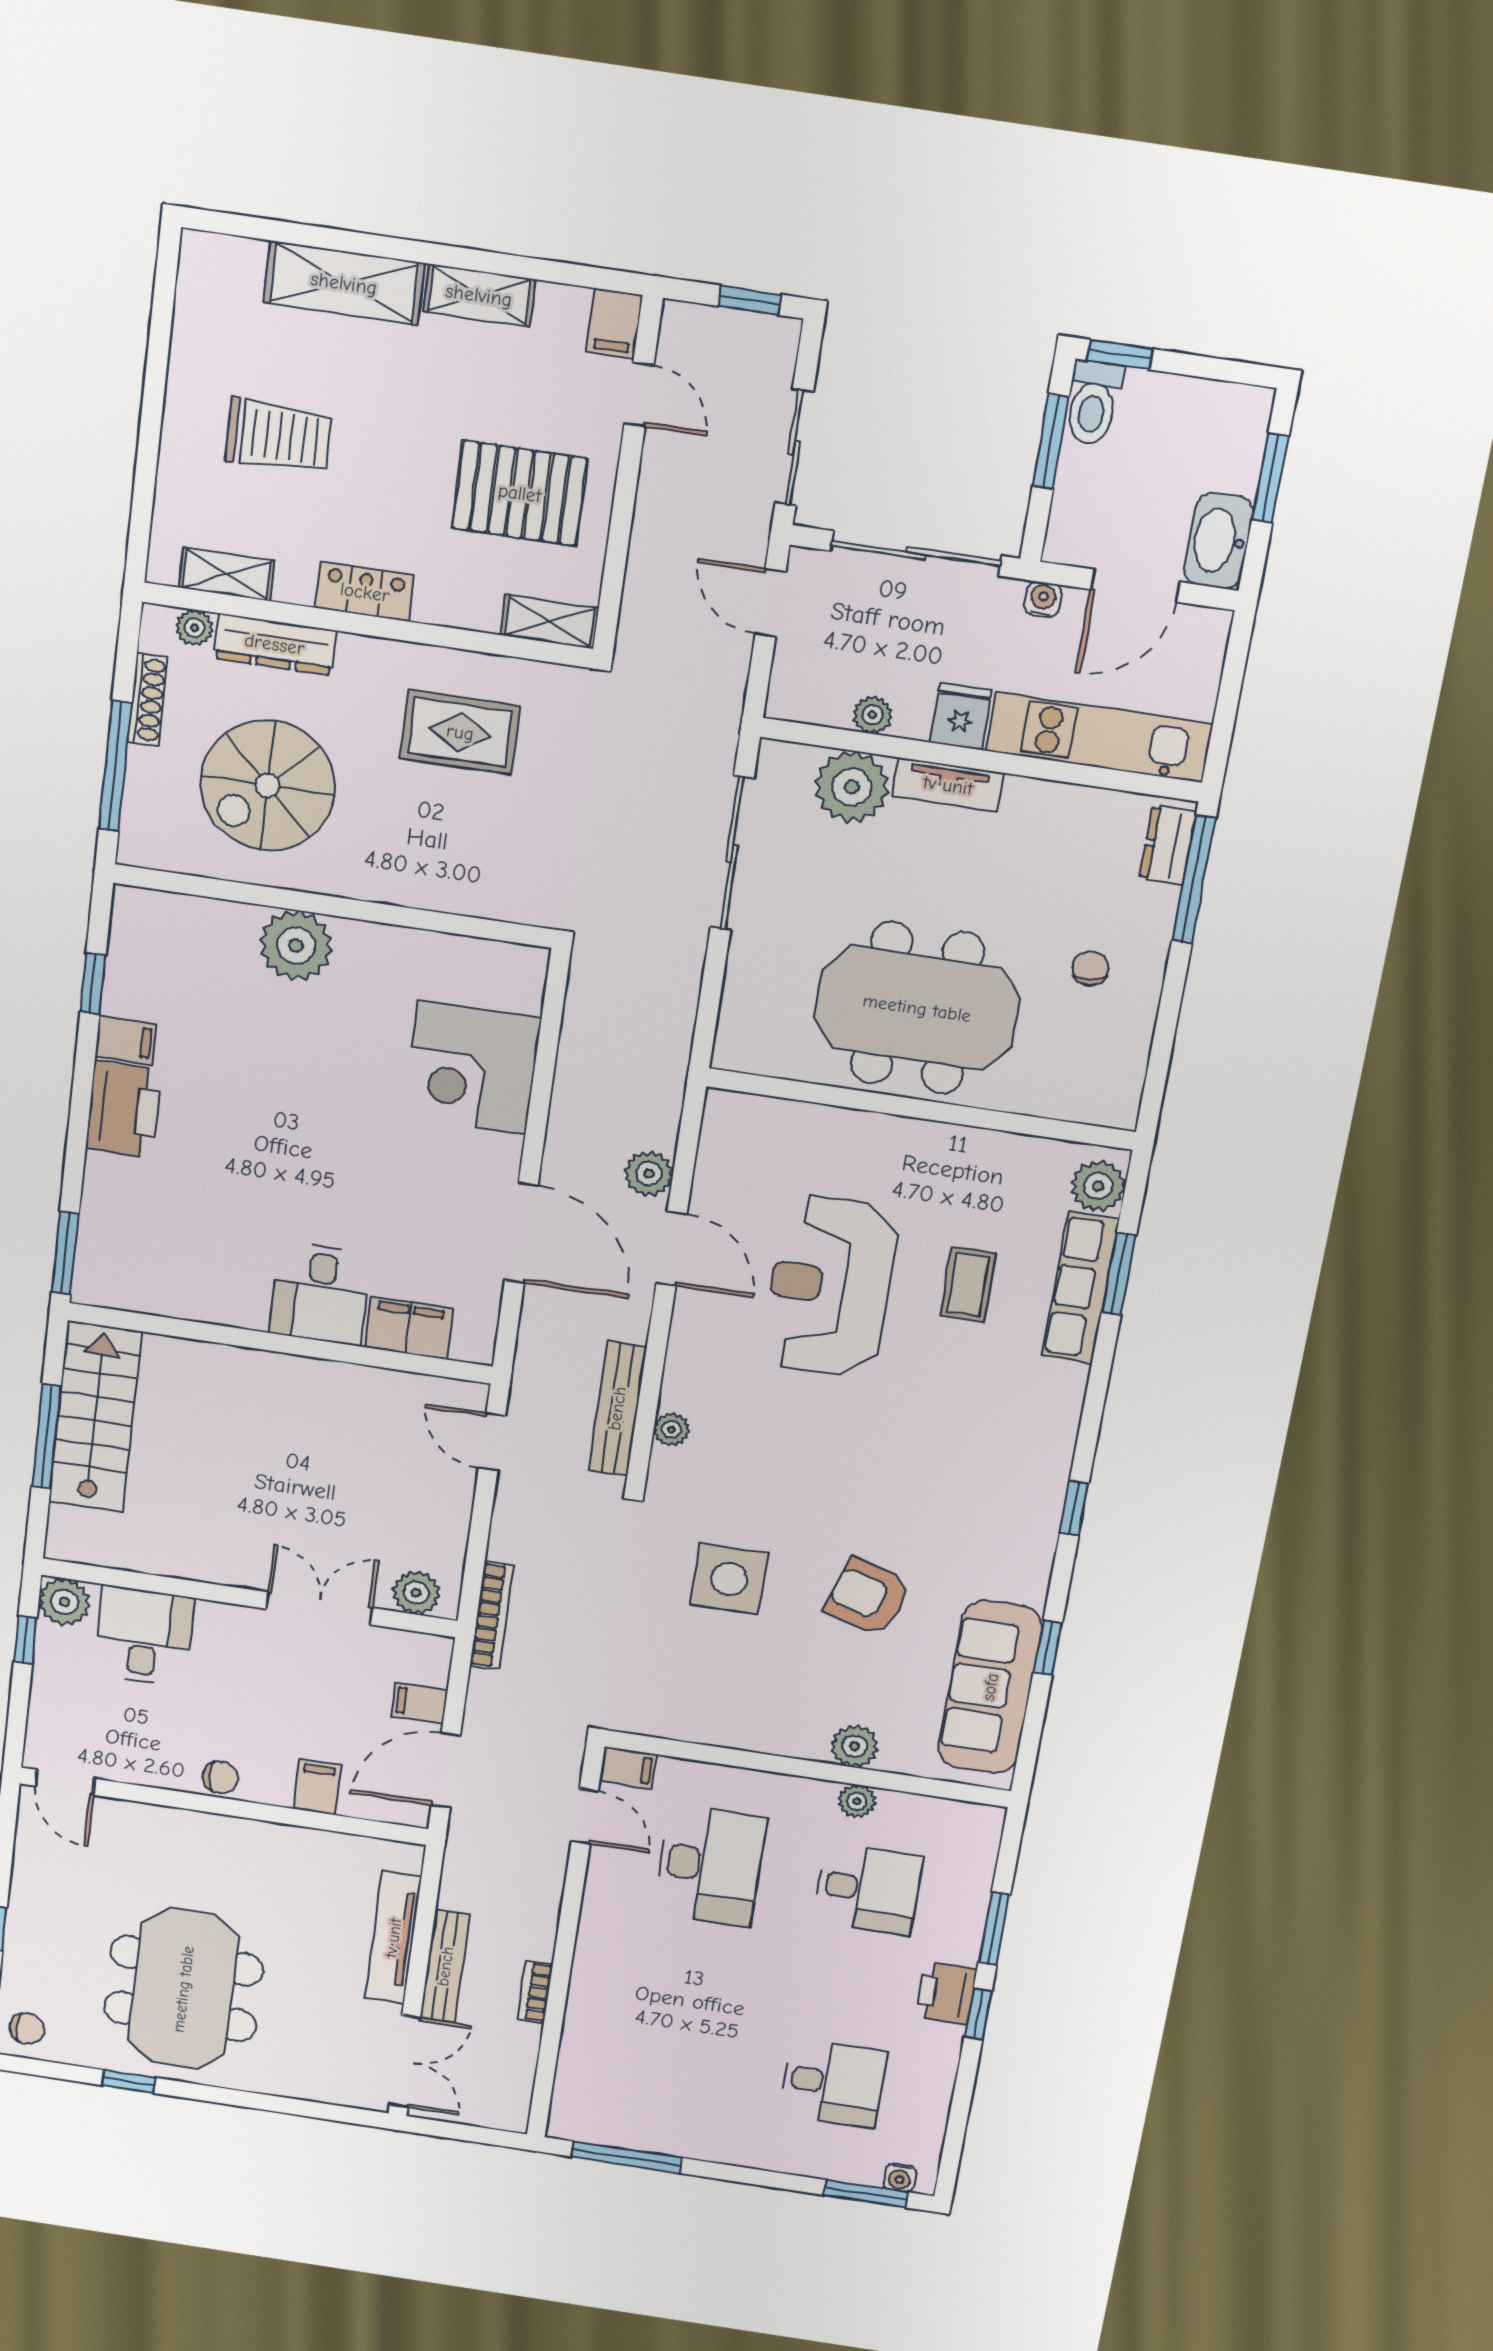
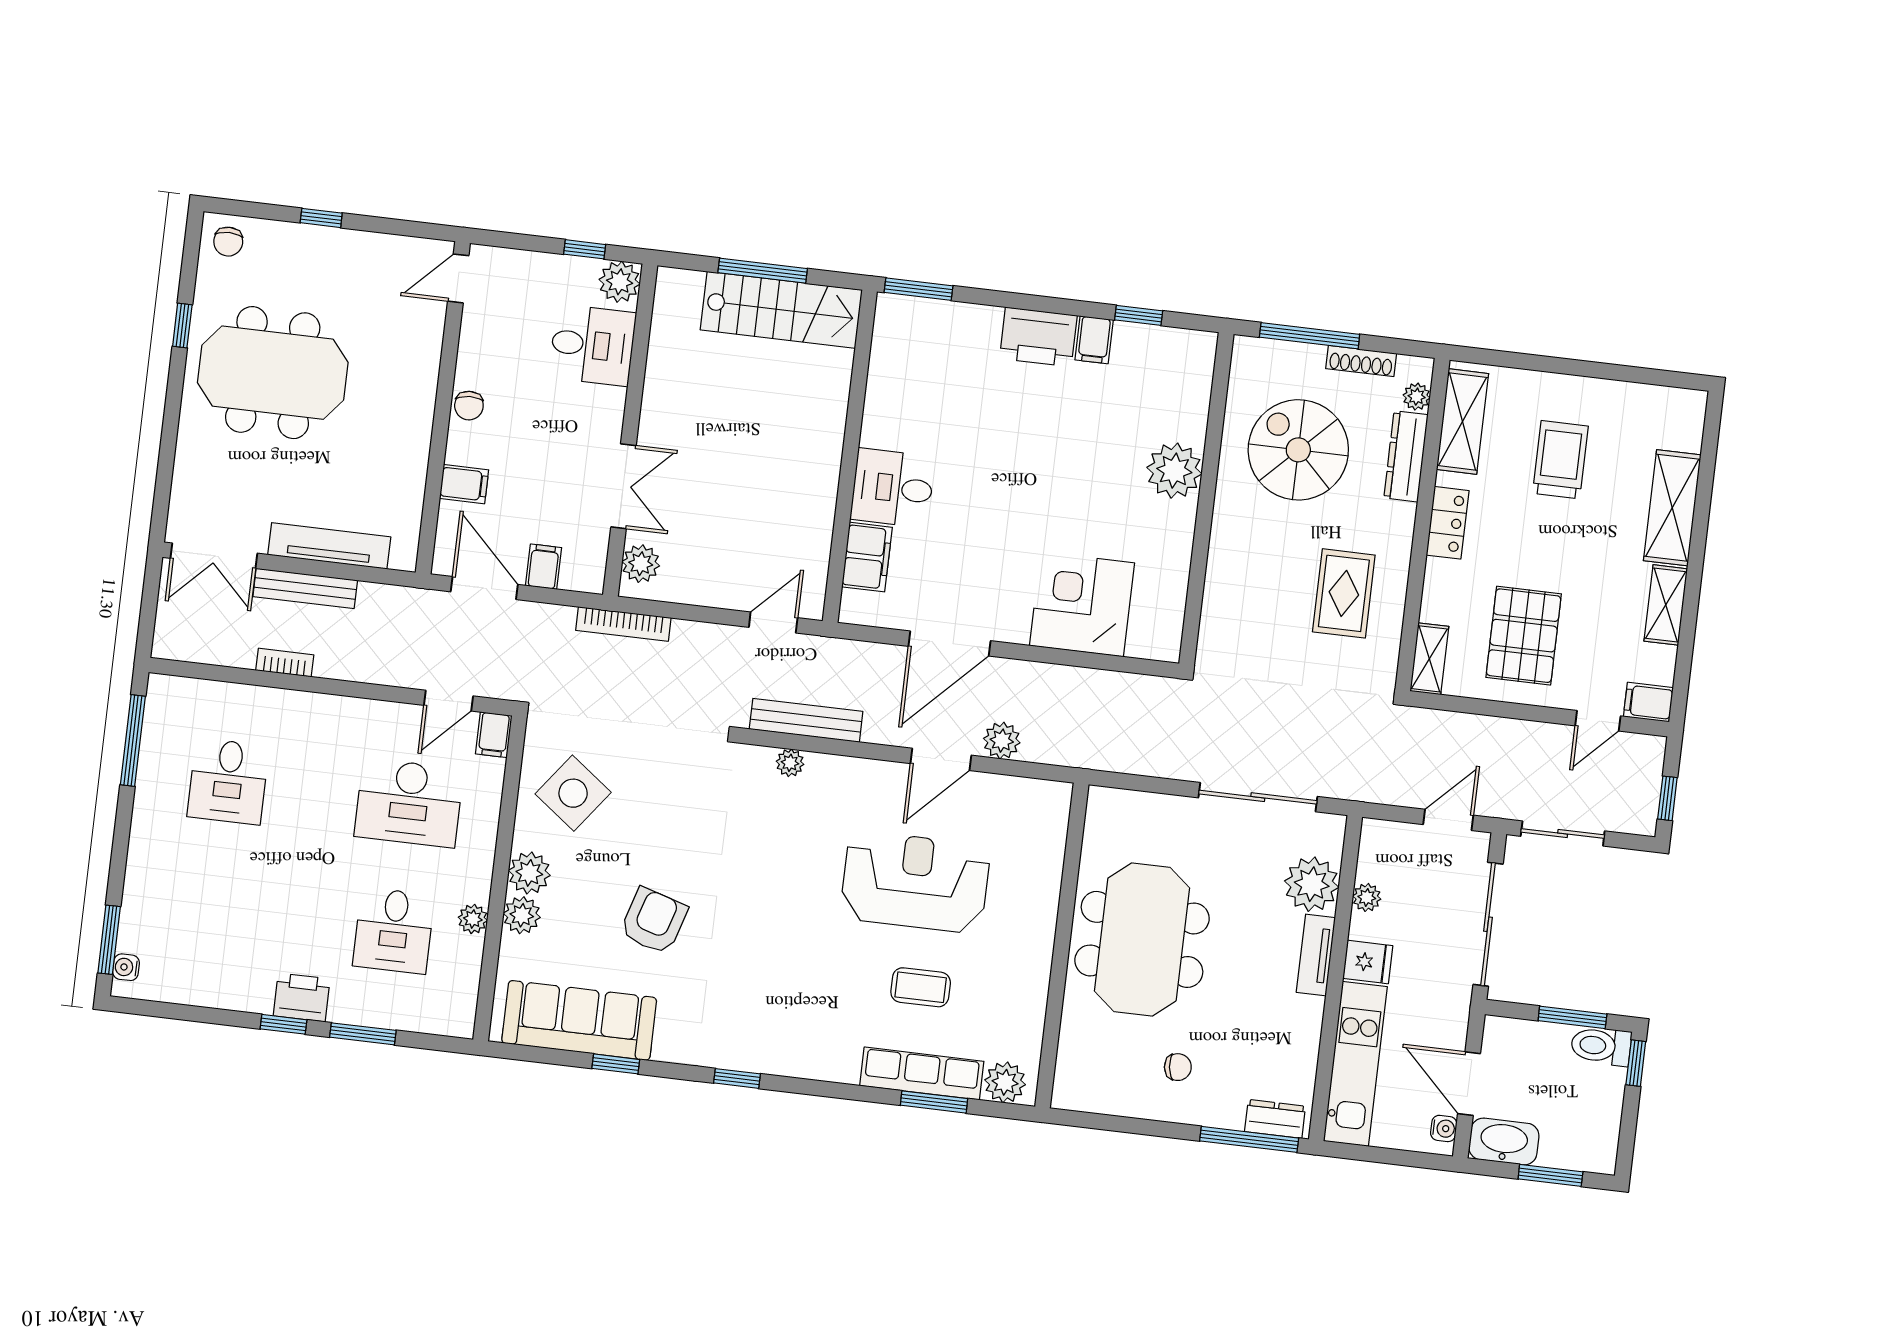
trolley: (278, 436) -> (1560, 460), turned 180
shelving: (227, 574) -> (1462, 422), width x1.50, depth x1.33
water cooler: (1043, 599) -> (1444, 1128), moved
side table: (729, 1579) -> (573, 793), moved, turned 37
plant: (802, 1736) -> (529, 873), added
desk: (833, 2083) -> (228, 781), moved

